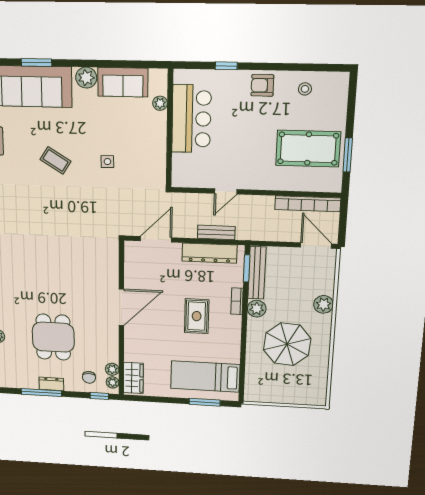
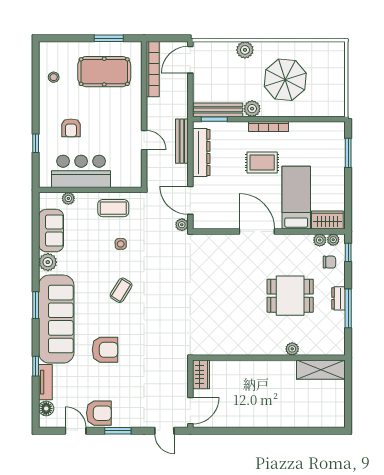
armchair: (262, 85) -> (71, 128), moved
pool table: (308, 149) -> (104, 72), turned 90
coffee table: (148, 154) -> (113, 208), added
plant: (129, 229) -> (182, 225), added
bench: (216, 232) -> (182, 141), width x1.36
bookcase: (237, 301) -> (268, 127), moved, width x1.56
bed: (205, 376) -> (296, 198), moved, turned 180

